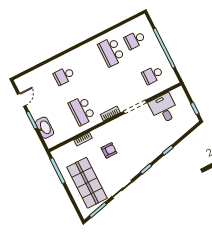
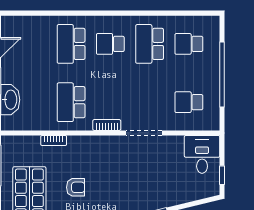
school desk: (88, 64) -> (110, 44), added
school desk: (64, 76) -> (71, 44), width x1.85
desk: (164, 109) -> (202, 154), moved
armchair: (109, 150) -> (76, 187), moved

